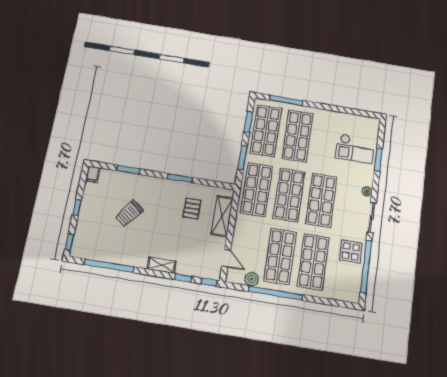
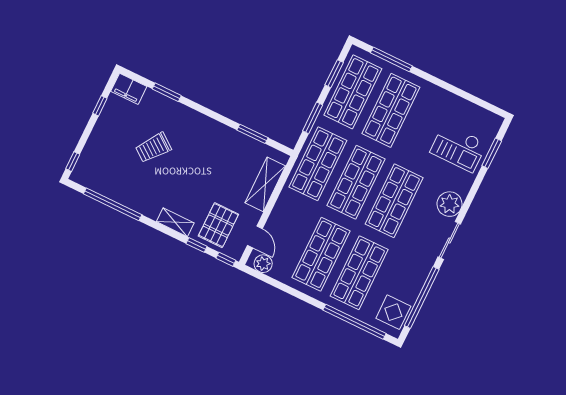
window: (378, 160) -> (492, 153), moved
filing cabinet: (93, 174) -> (129, 89), width x2.00
window: (180, 178) -> (252, 134), moved
plant: (367, 192) -> (450, 204), width x1.88, depth x1.88
window: (77, 207) -> (100, 106), moved
pallet: (192, 208) -> (218, 225), moved, width x1.50, depth x1.42
display table: (351, 251) -> (393, 312), moved
plant: (252, 279) -> (263, 264), moved
window: (276, 293) -> (354, 322), moved

